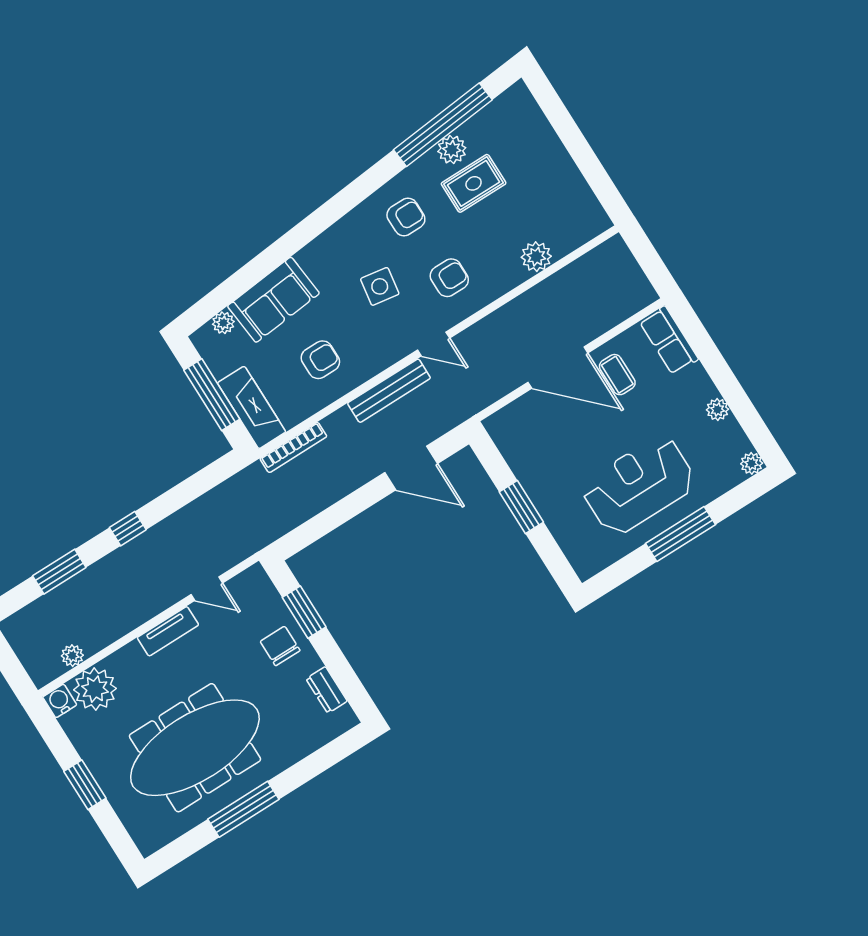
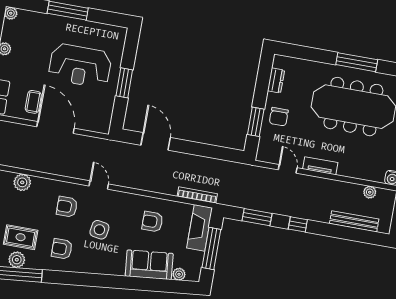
bench: (389, 391) -> (354, 221), moved
reception desk: (639, 485) -> (80, 66), moved
window: (59, 572) -> (257, 217), moved
plant: (95, 689) -> (373, 169), removed

